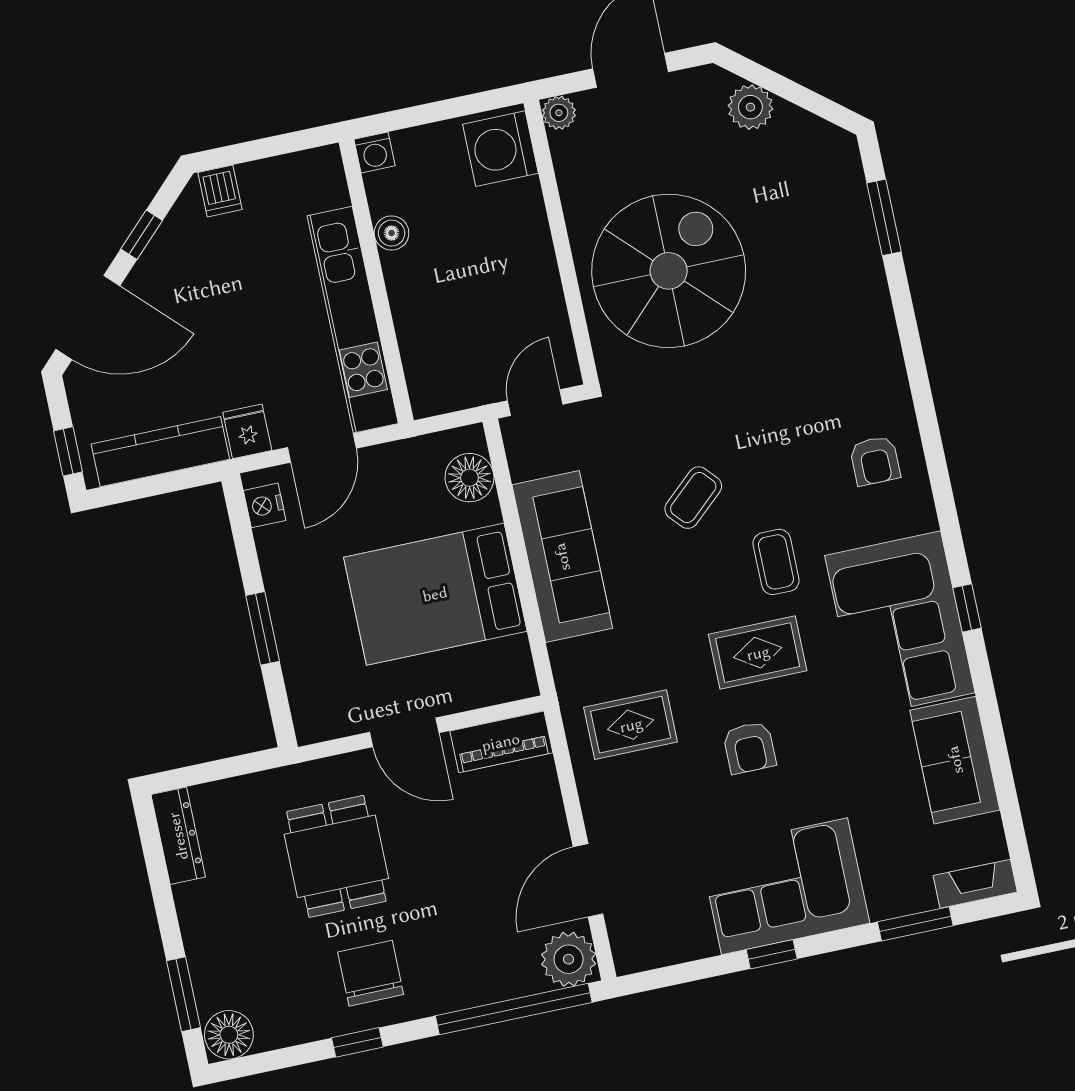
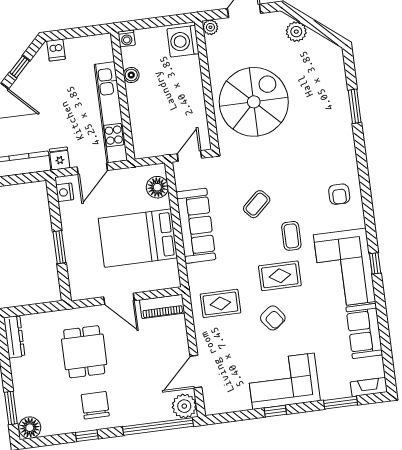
window: (884, 217) -> (355, 106), moved
armchair: (749, 748) -> (273, 318), turned -37

